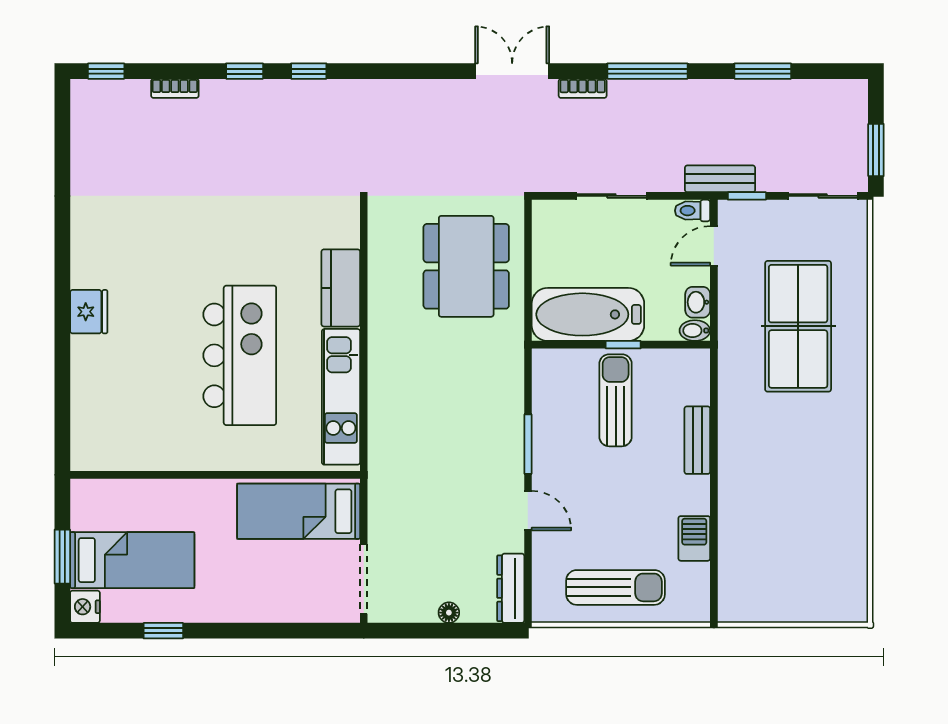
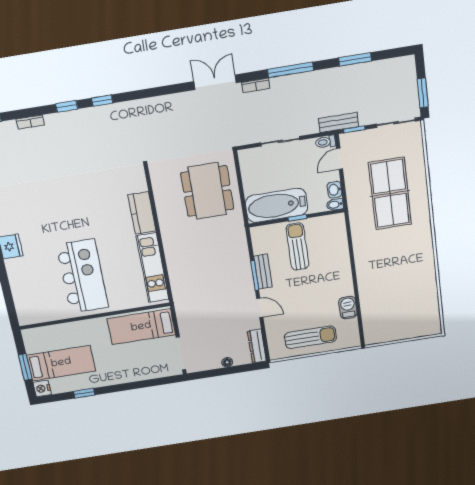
kitchen island: (240, 355) -> (82, 276), moved
bench: (697, 440) -> (263, 272), moved

